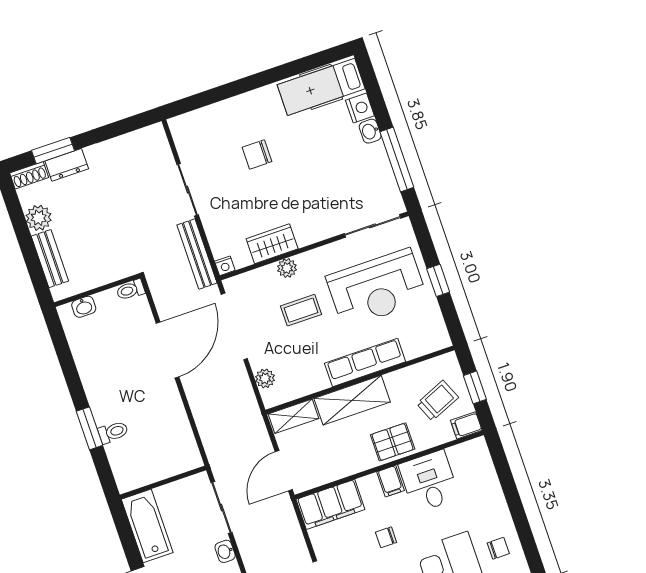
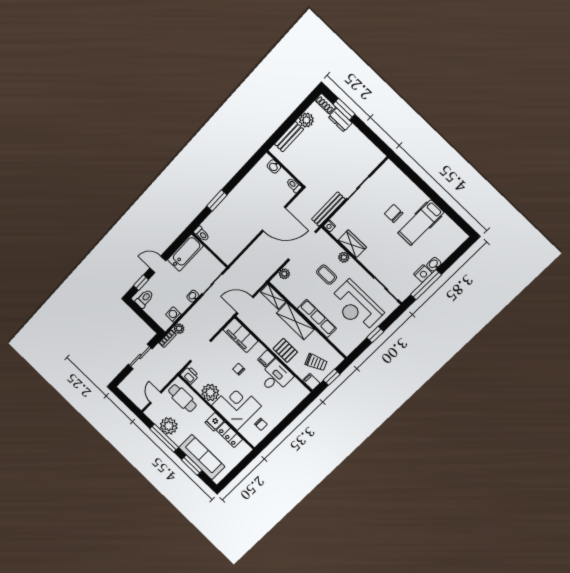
hospital bed: (321, 87) -> (421, 223), moved, turned -90
nightstand: (360, 108) -> (423, 273), moved
toilet: (113, 432) -> (202, 234), moved

